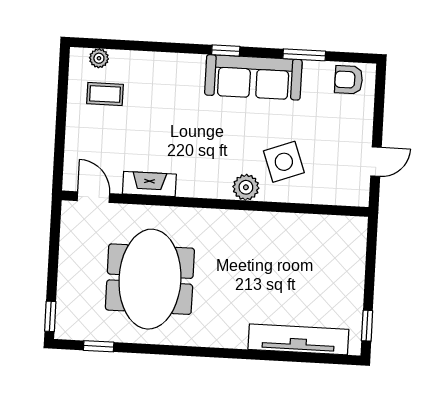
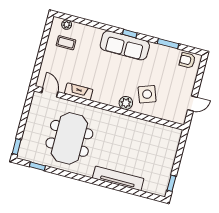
sofa: (253, 77) -> (125, 45), moved
tv unit: (298, 339) -> (118, 178), moved

